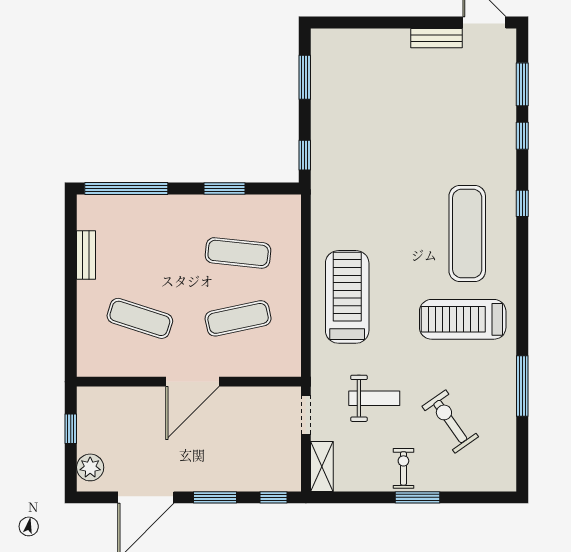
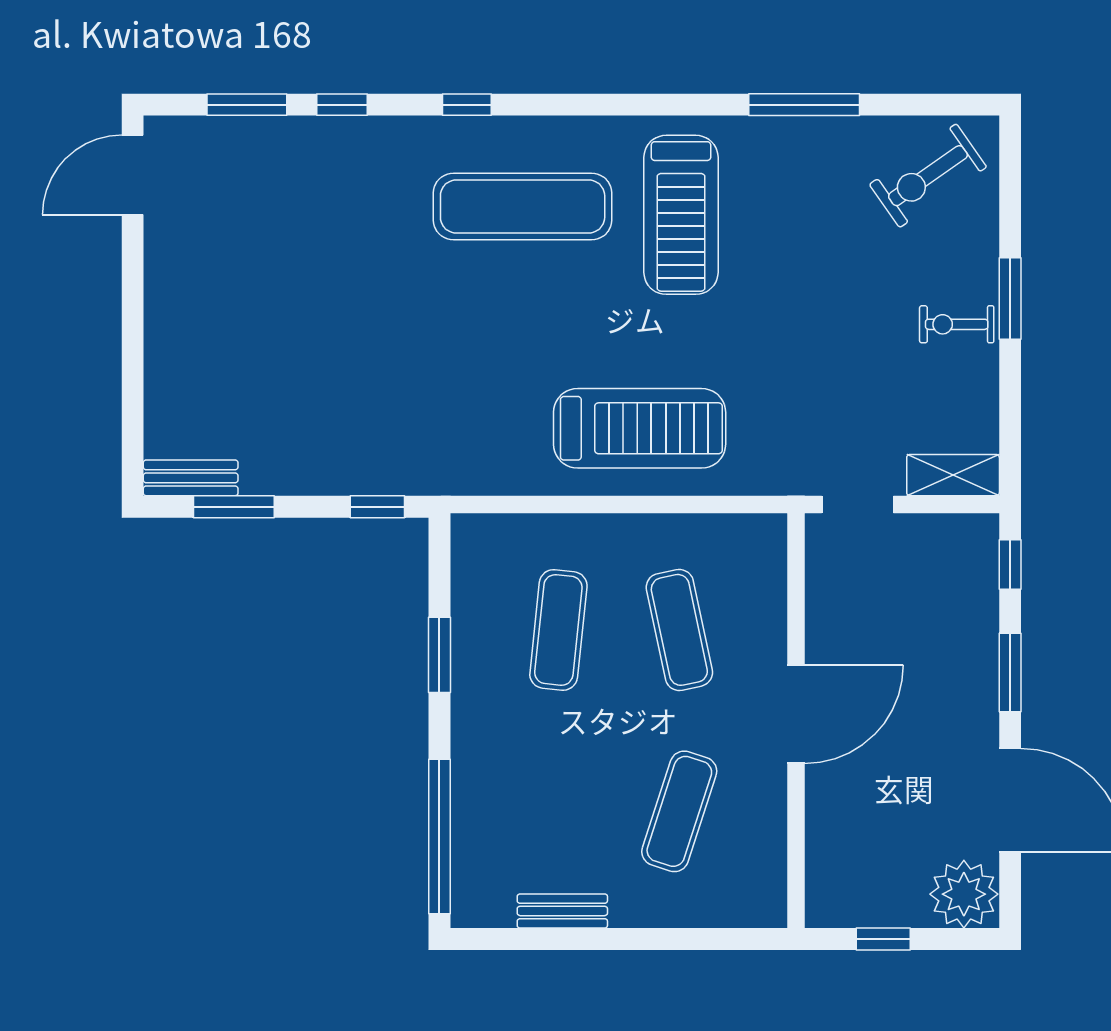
bench: (436, 38) -> (191, 478), moved, turned 90
treadmill: (347, 297) -> (640, 428), turned 180
door: (192, 382) -> (796, 714), hinge flipped
weight bench: (374, 398) -> (827, 378), removed
exercise bike: (450, 421) -> (928, 176), moved
plant: (90, 467) -> (964, 894), width x1.36, depth x1.36

